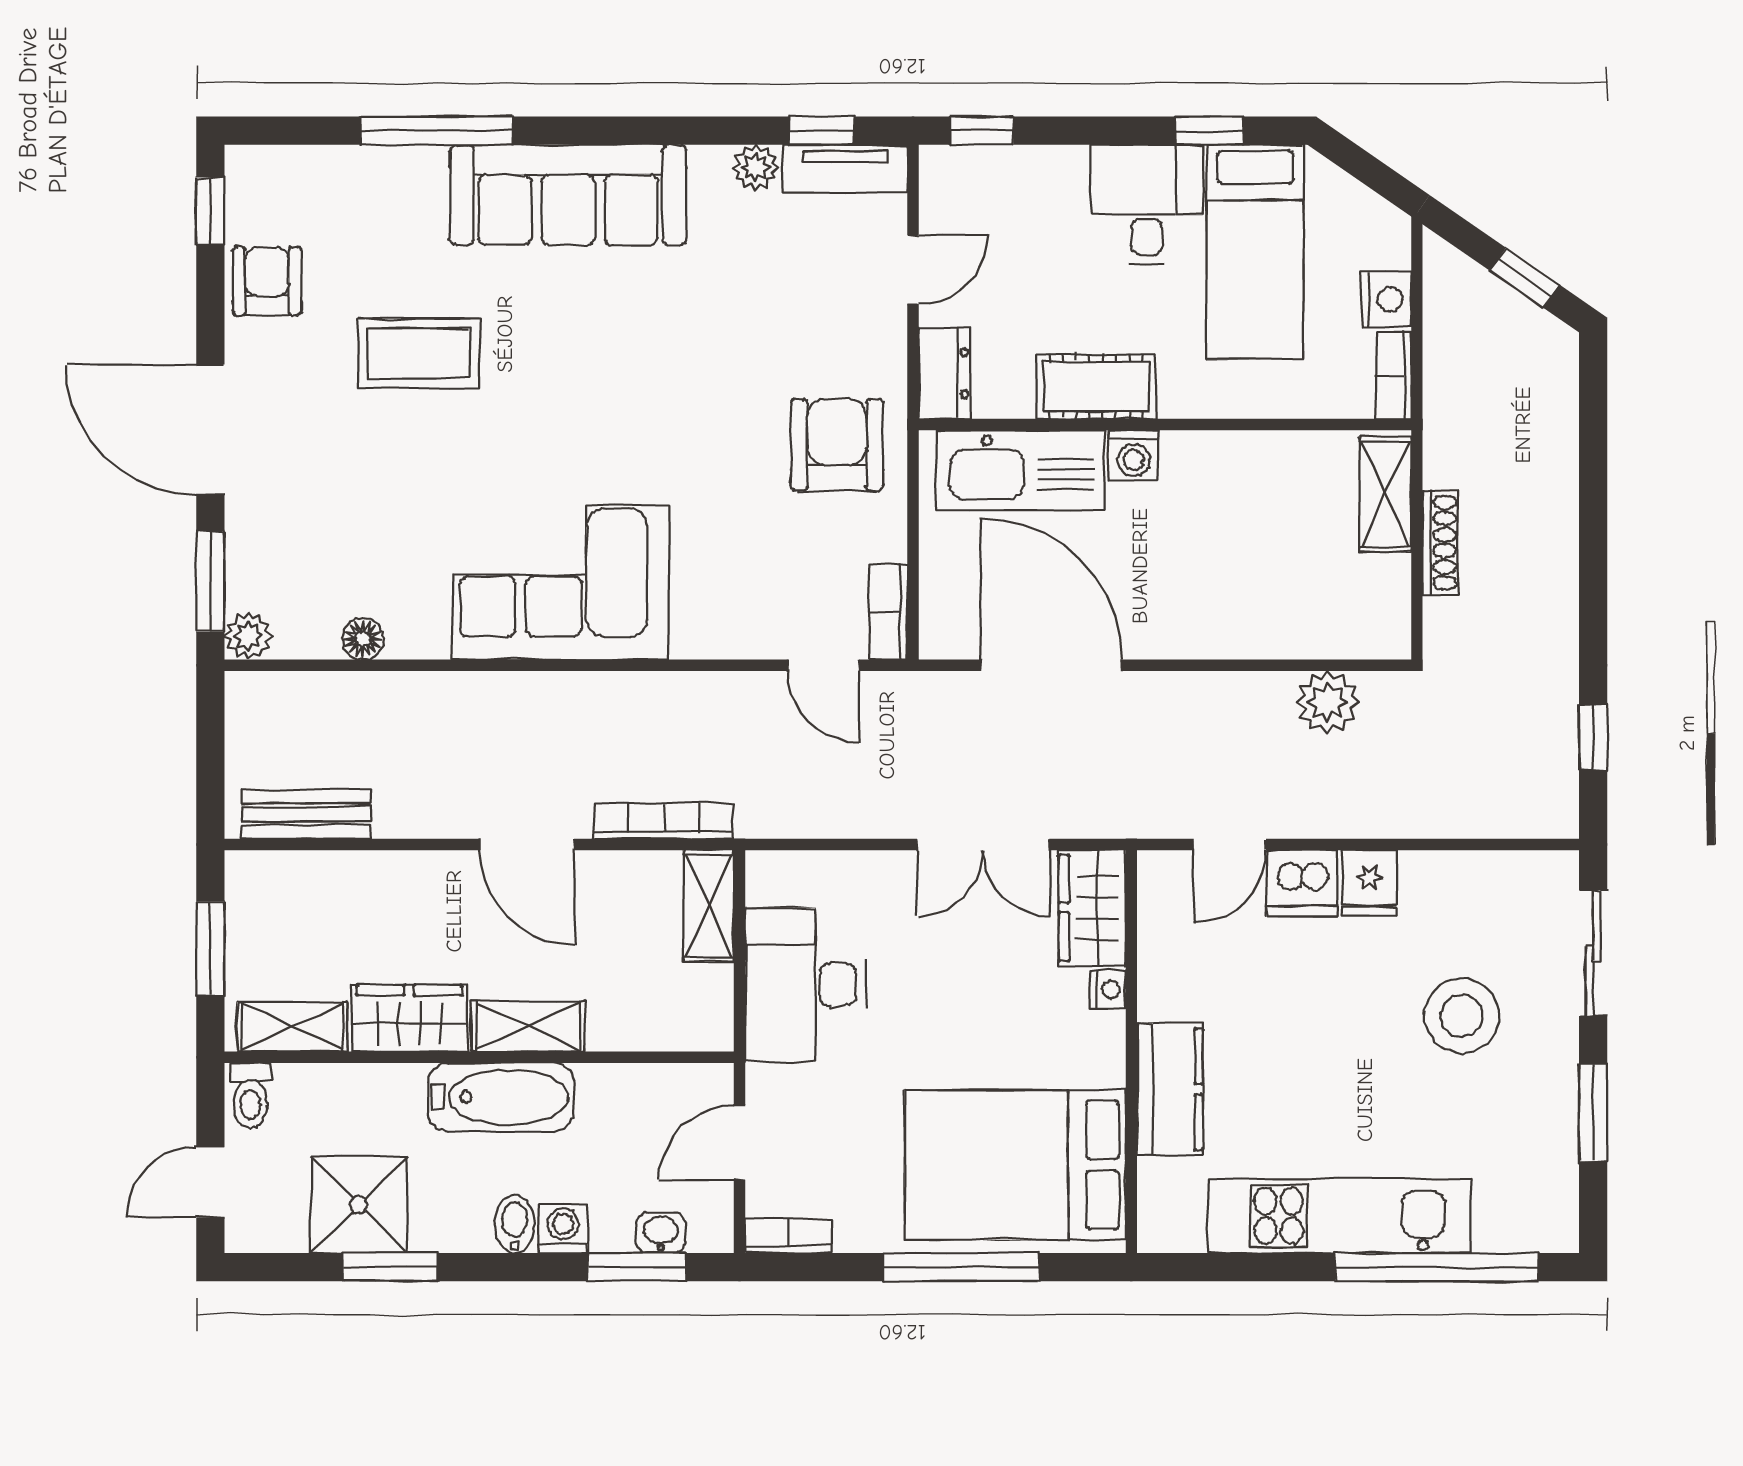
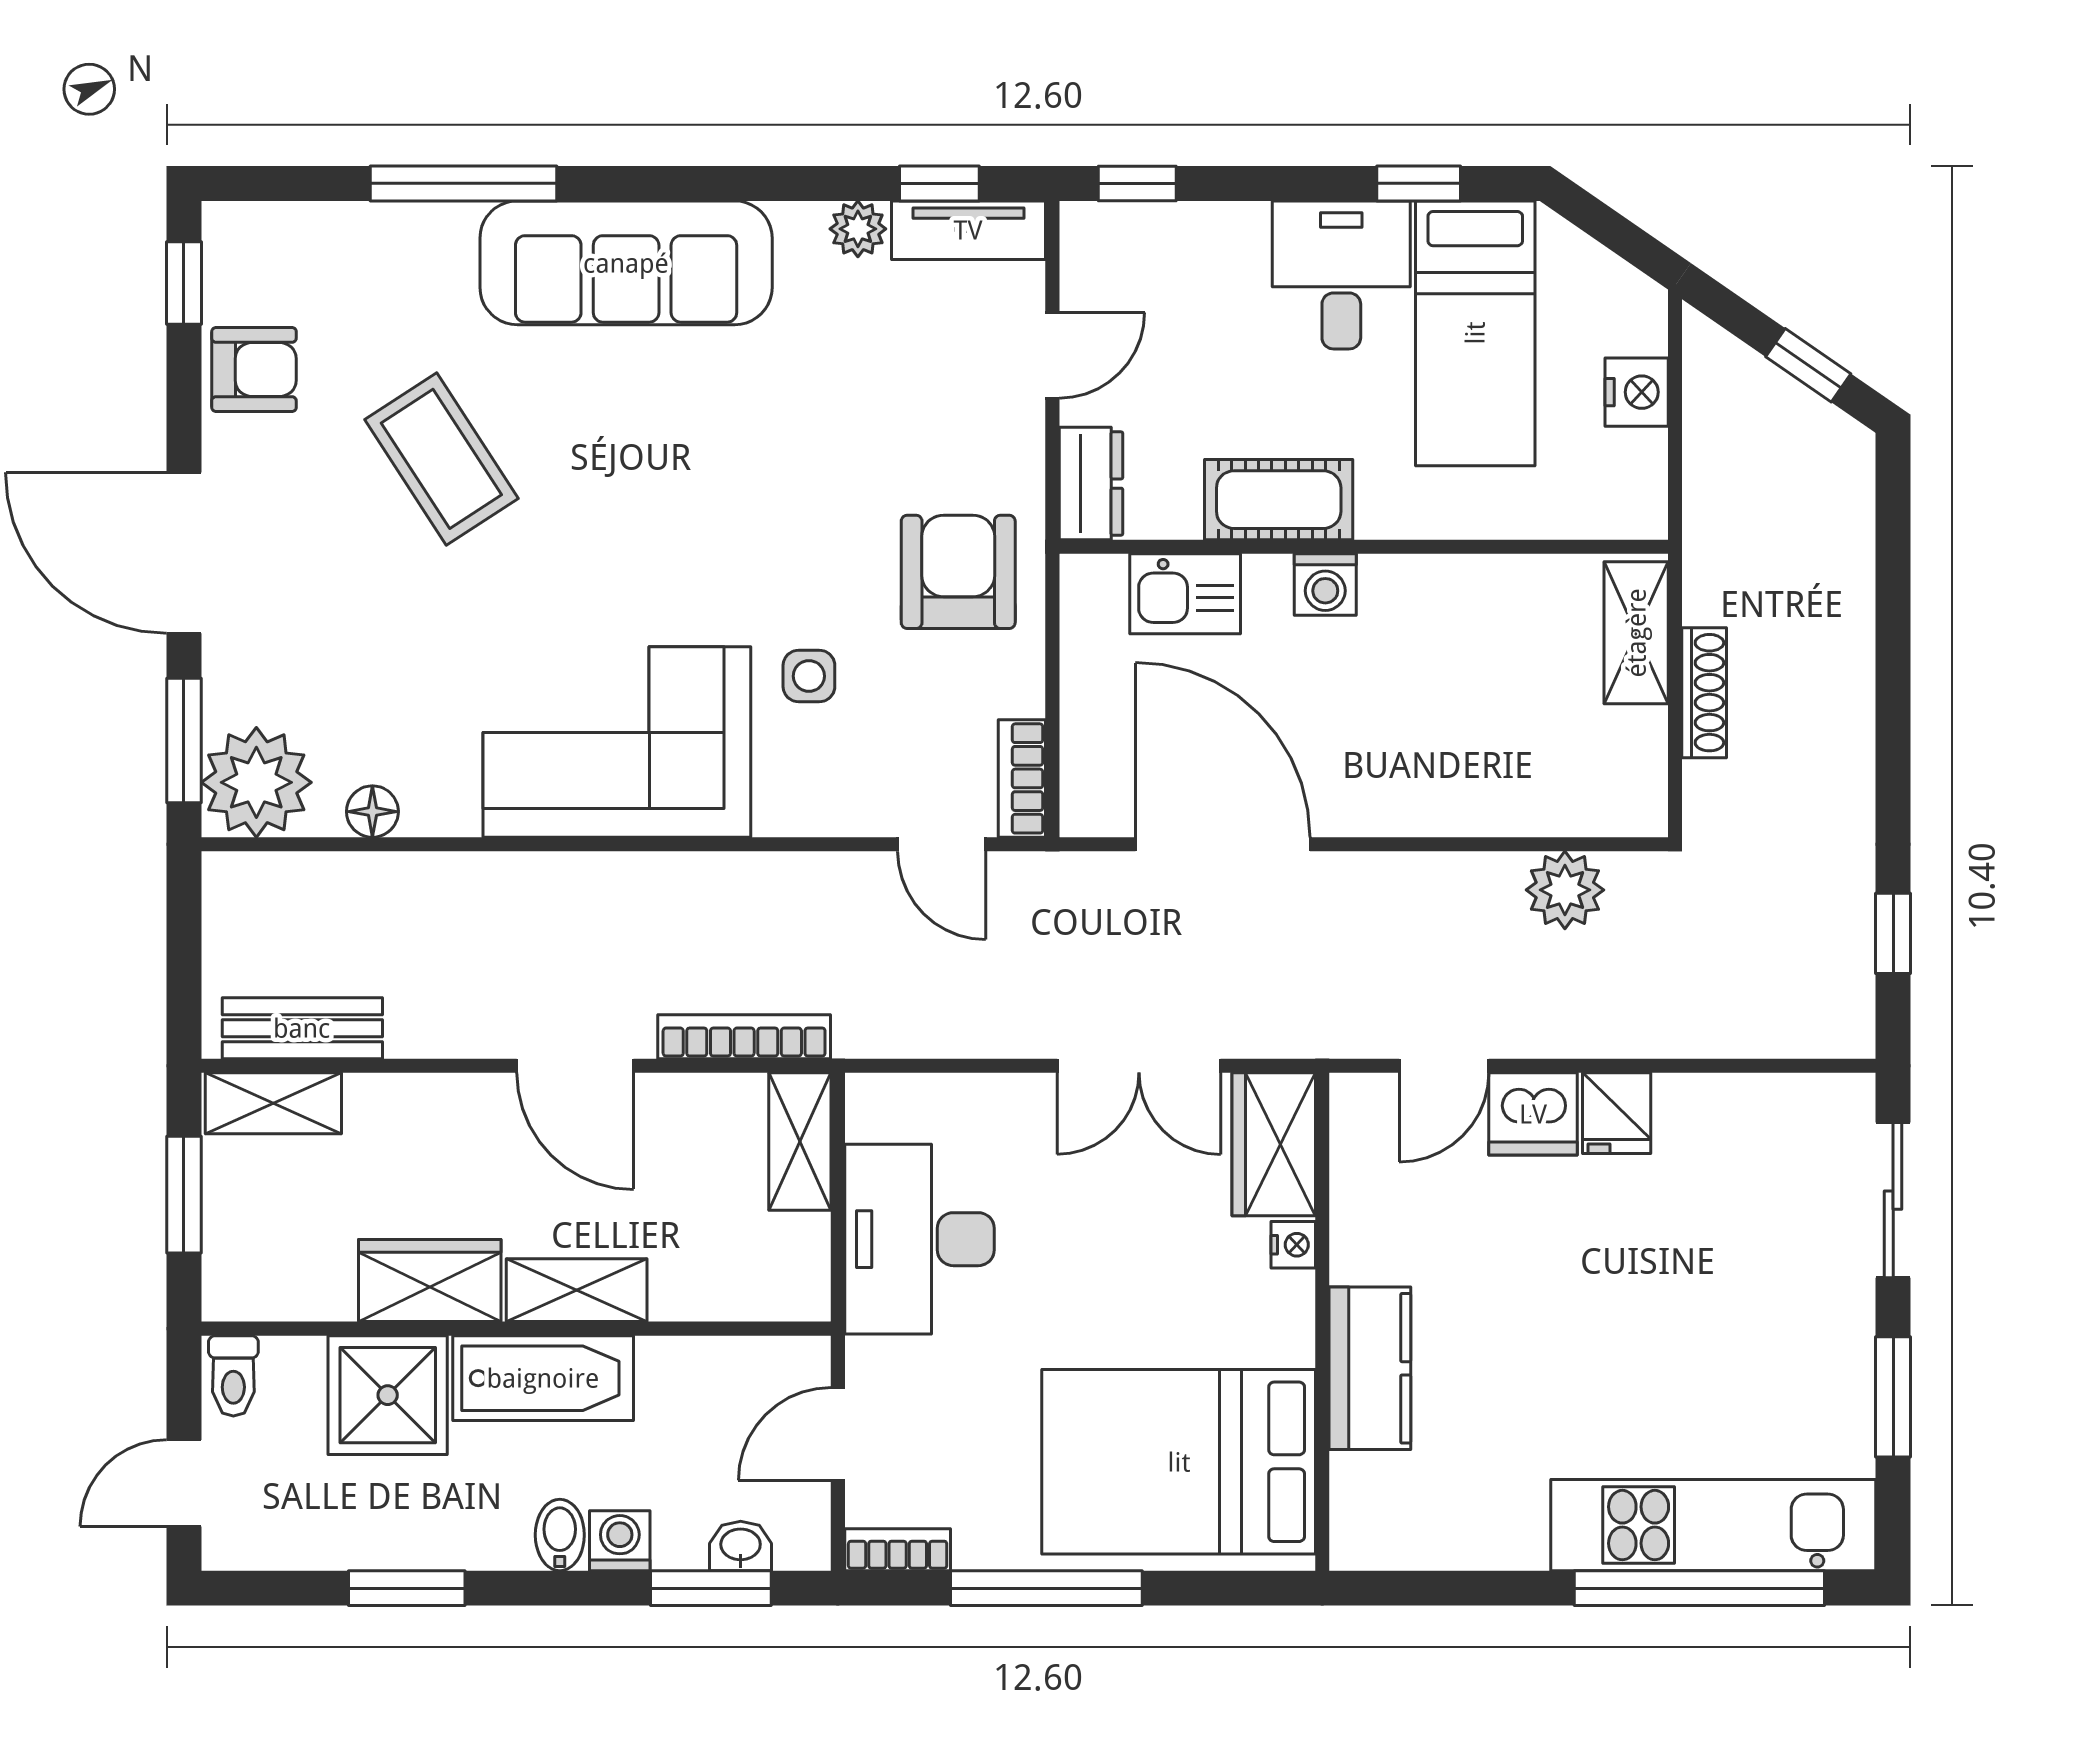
armchair: (267, 281) -> (254, 369), turned 90
coffee table: (419, 353) -> (441, 459), turned 57
bookcase: (1394, 375) -> (1647, 486), removed
kitchen sink: (1021, 470) -> (1185, 594), width x0.53, depth x0.81
side table: (716, 529) -> (809, 676), added
plant: (248, 636) -> (256, 782), width x1.88, depth x1.88
stool: (1462, 1016) -> (1730, 1278), removed
shelving: (292, 1027) -> (273, 1103), moved
shower: (359, 1205) -> (388, 1395), moved
kitchen unit: (1339, 1216) -> (1713, 1525), moved
window: (961, 1267) -> (1046, 1588), moved

